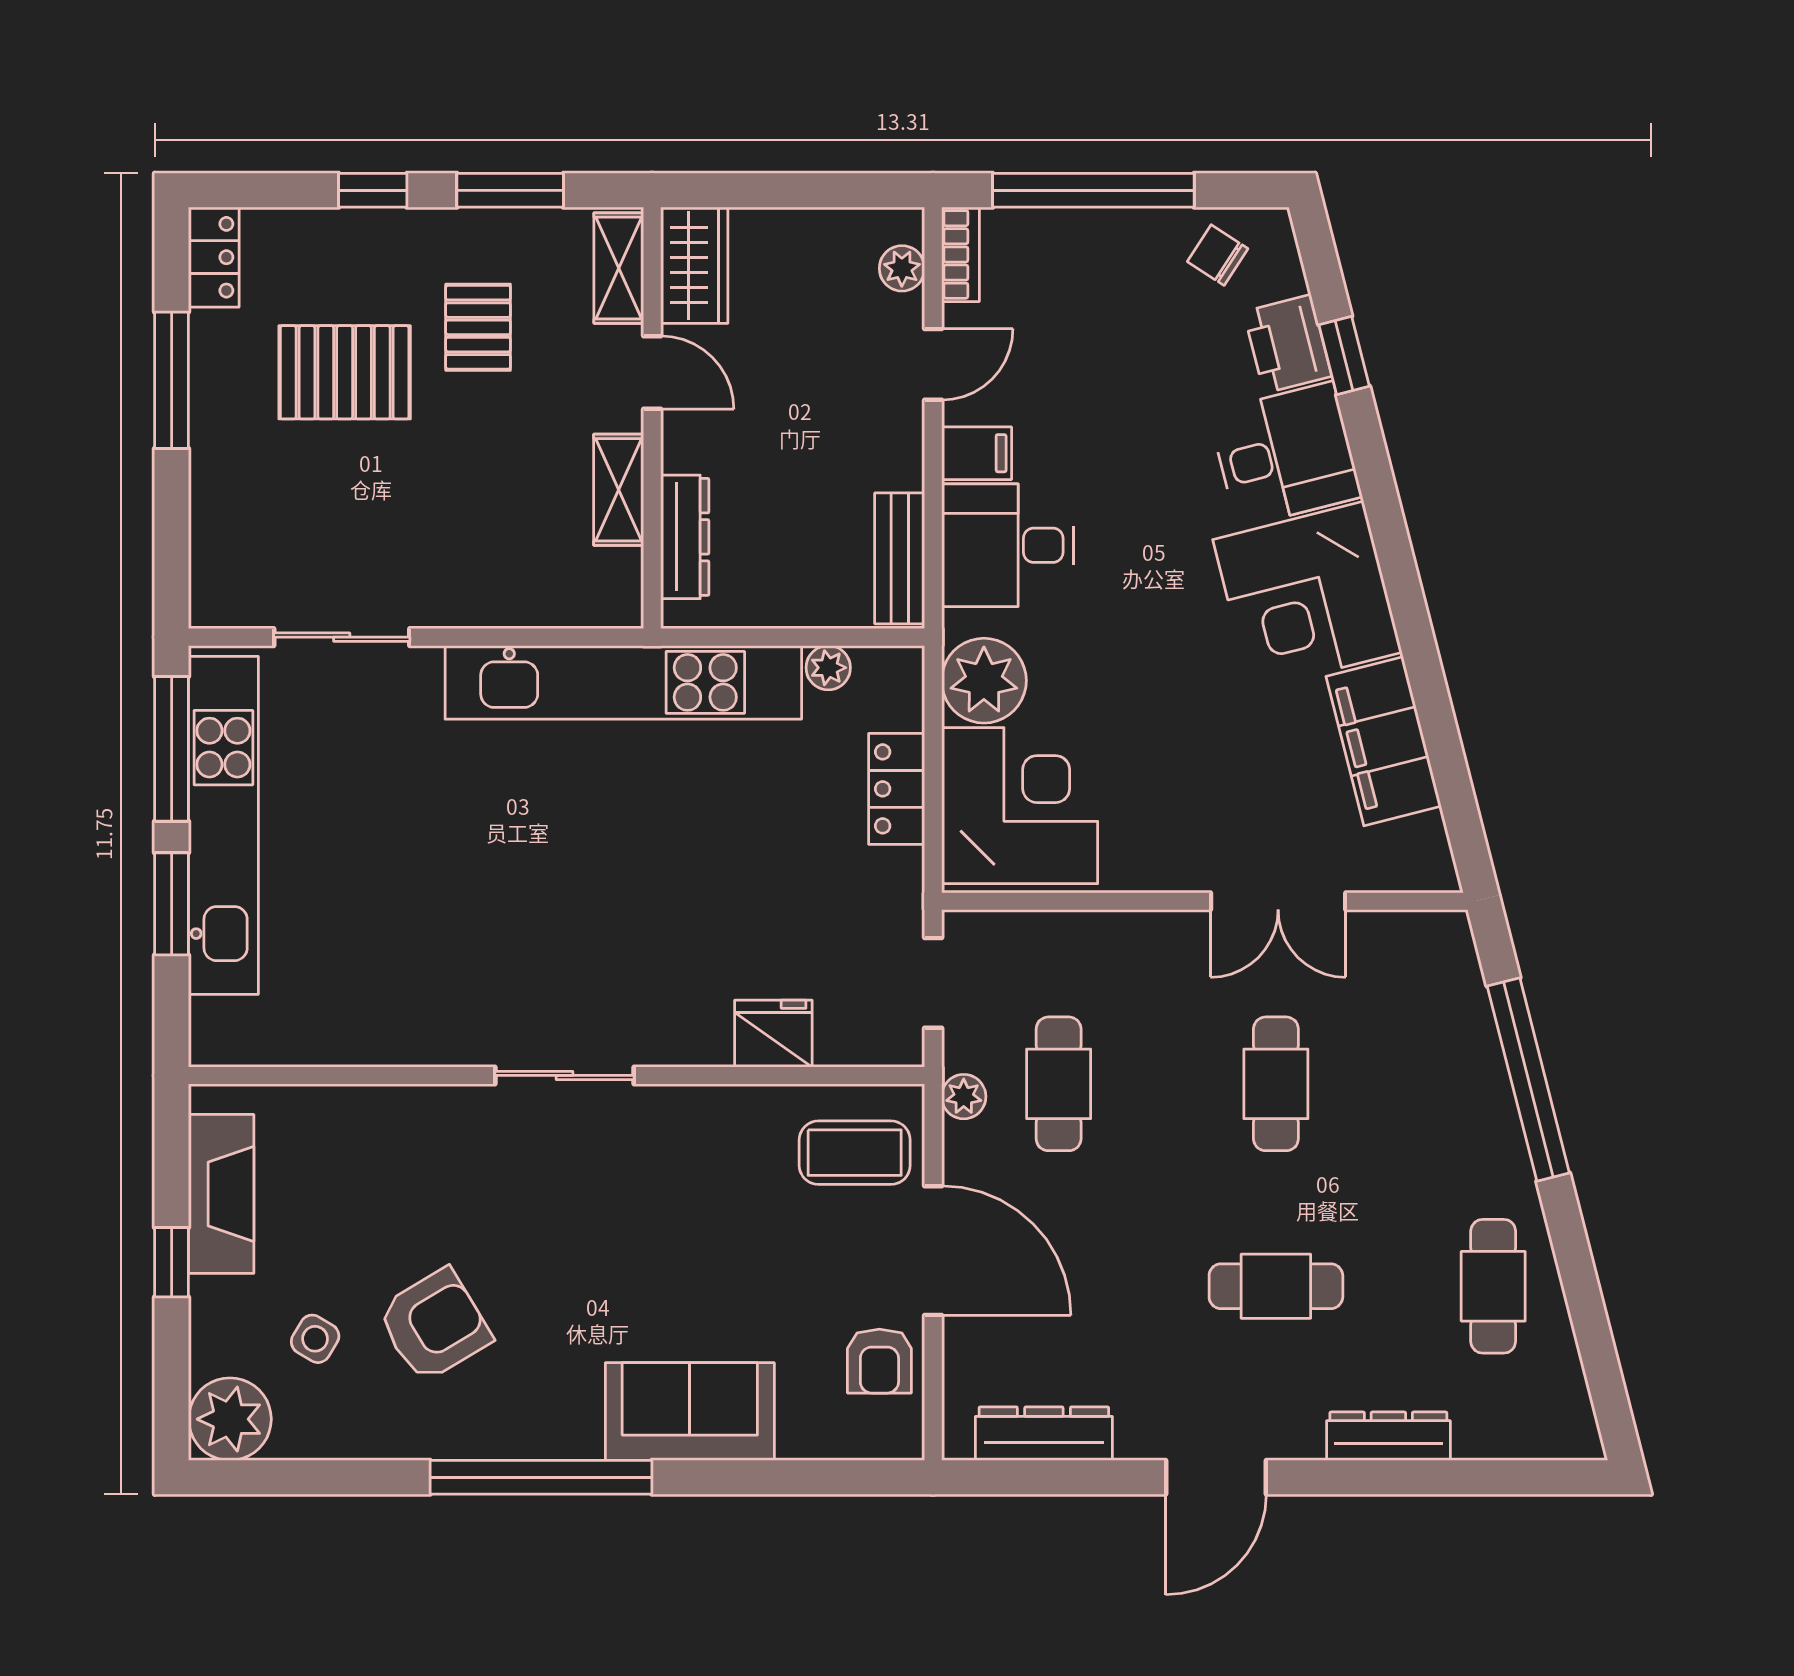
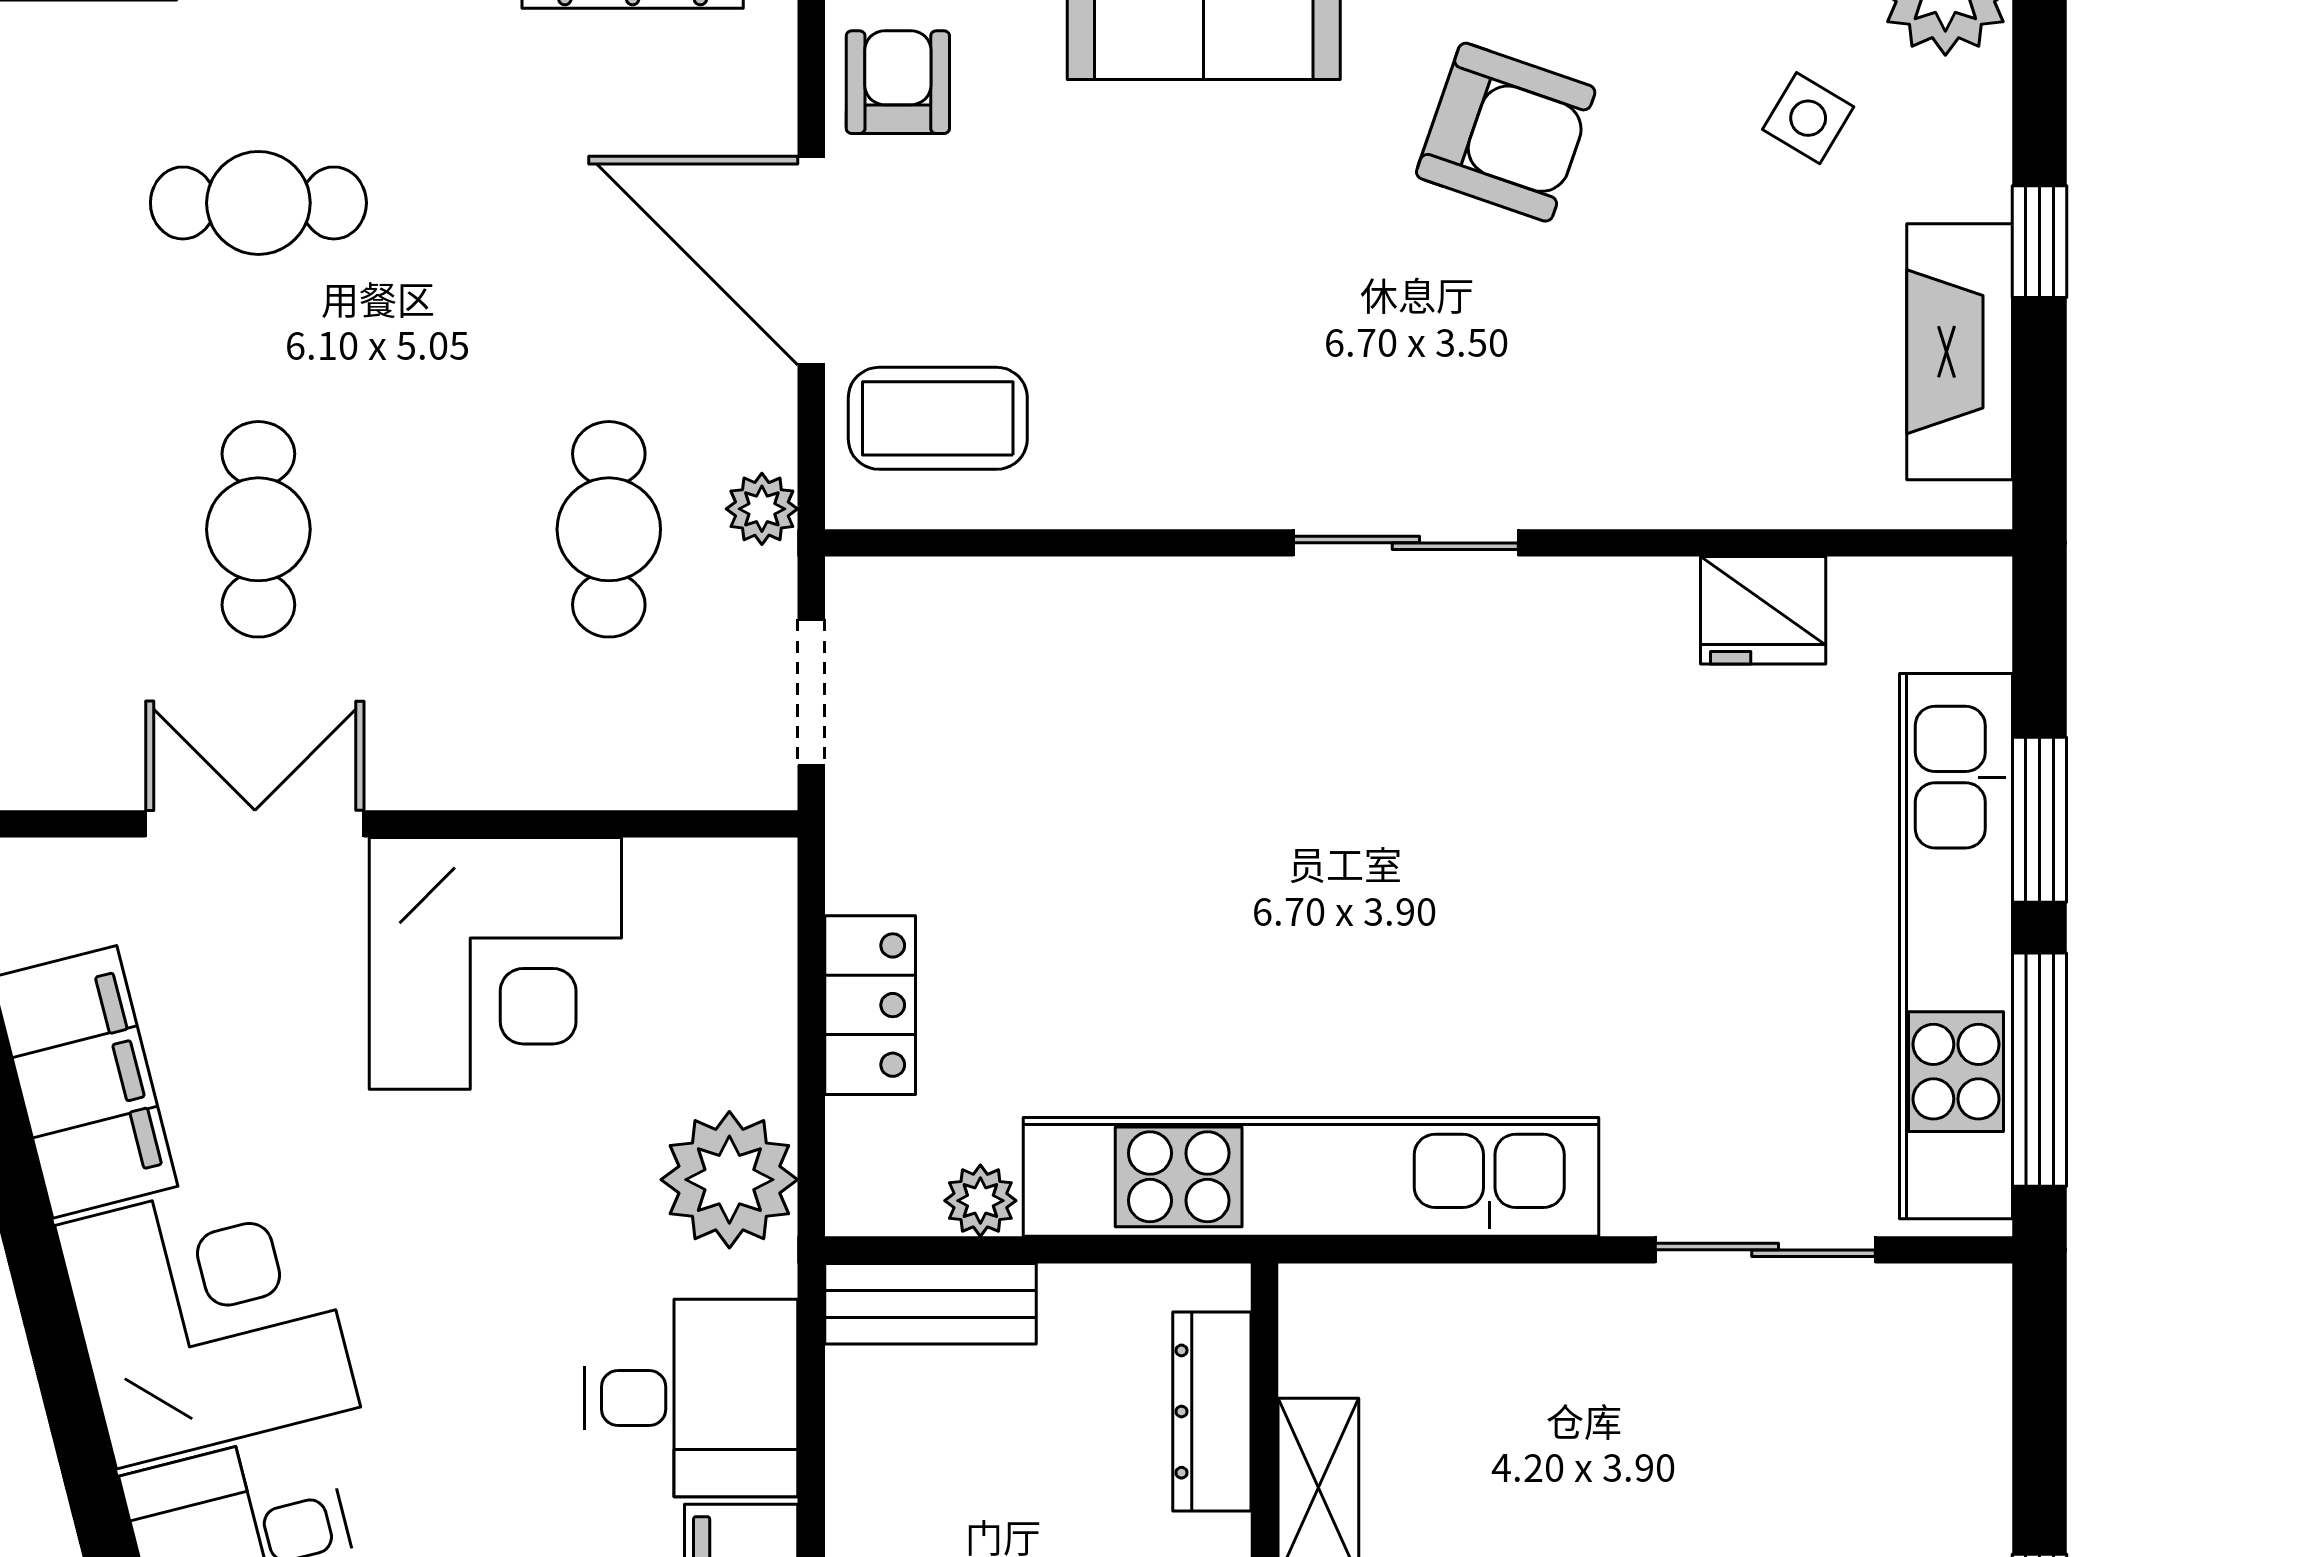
bench: (900, 558) -> (931, 1304), moved, turned 90
corner desk: (1020, 806) -> (495, 963), moved, turned -90
fridge: (773, 1034) -> (1763, 610), moved
armchair: (434, 1325) -> (1506, 132), moved, turned -130

